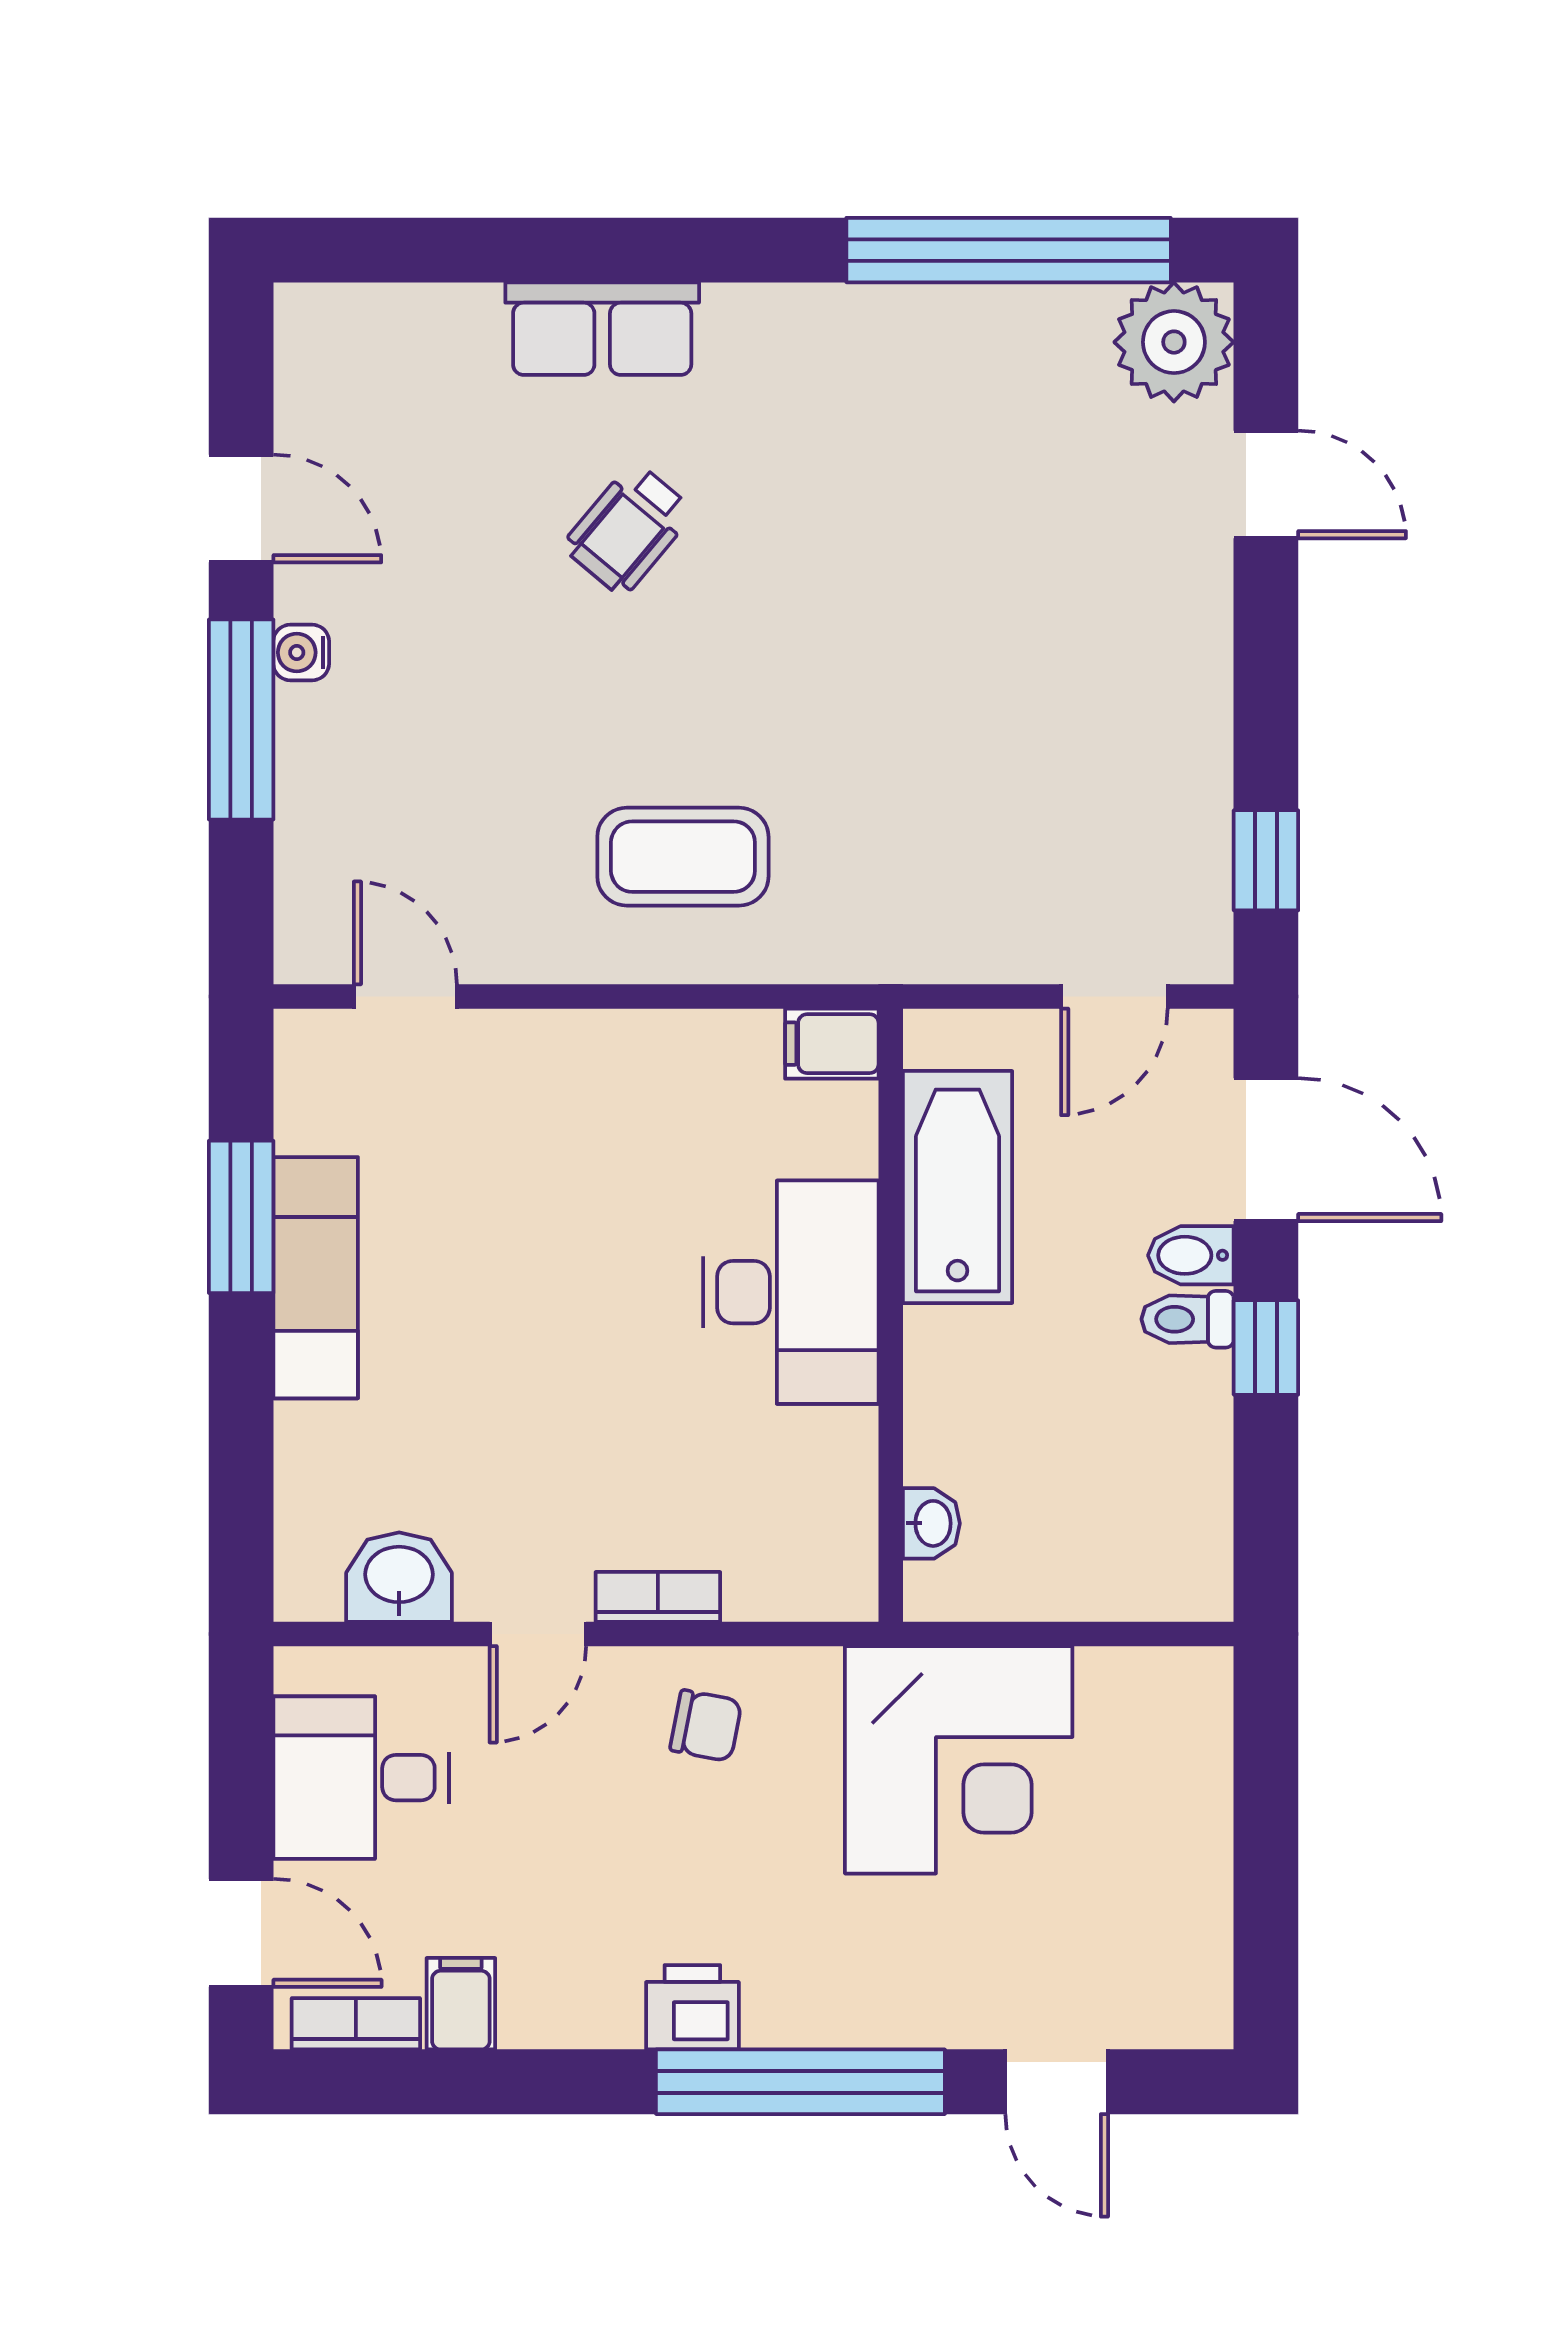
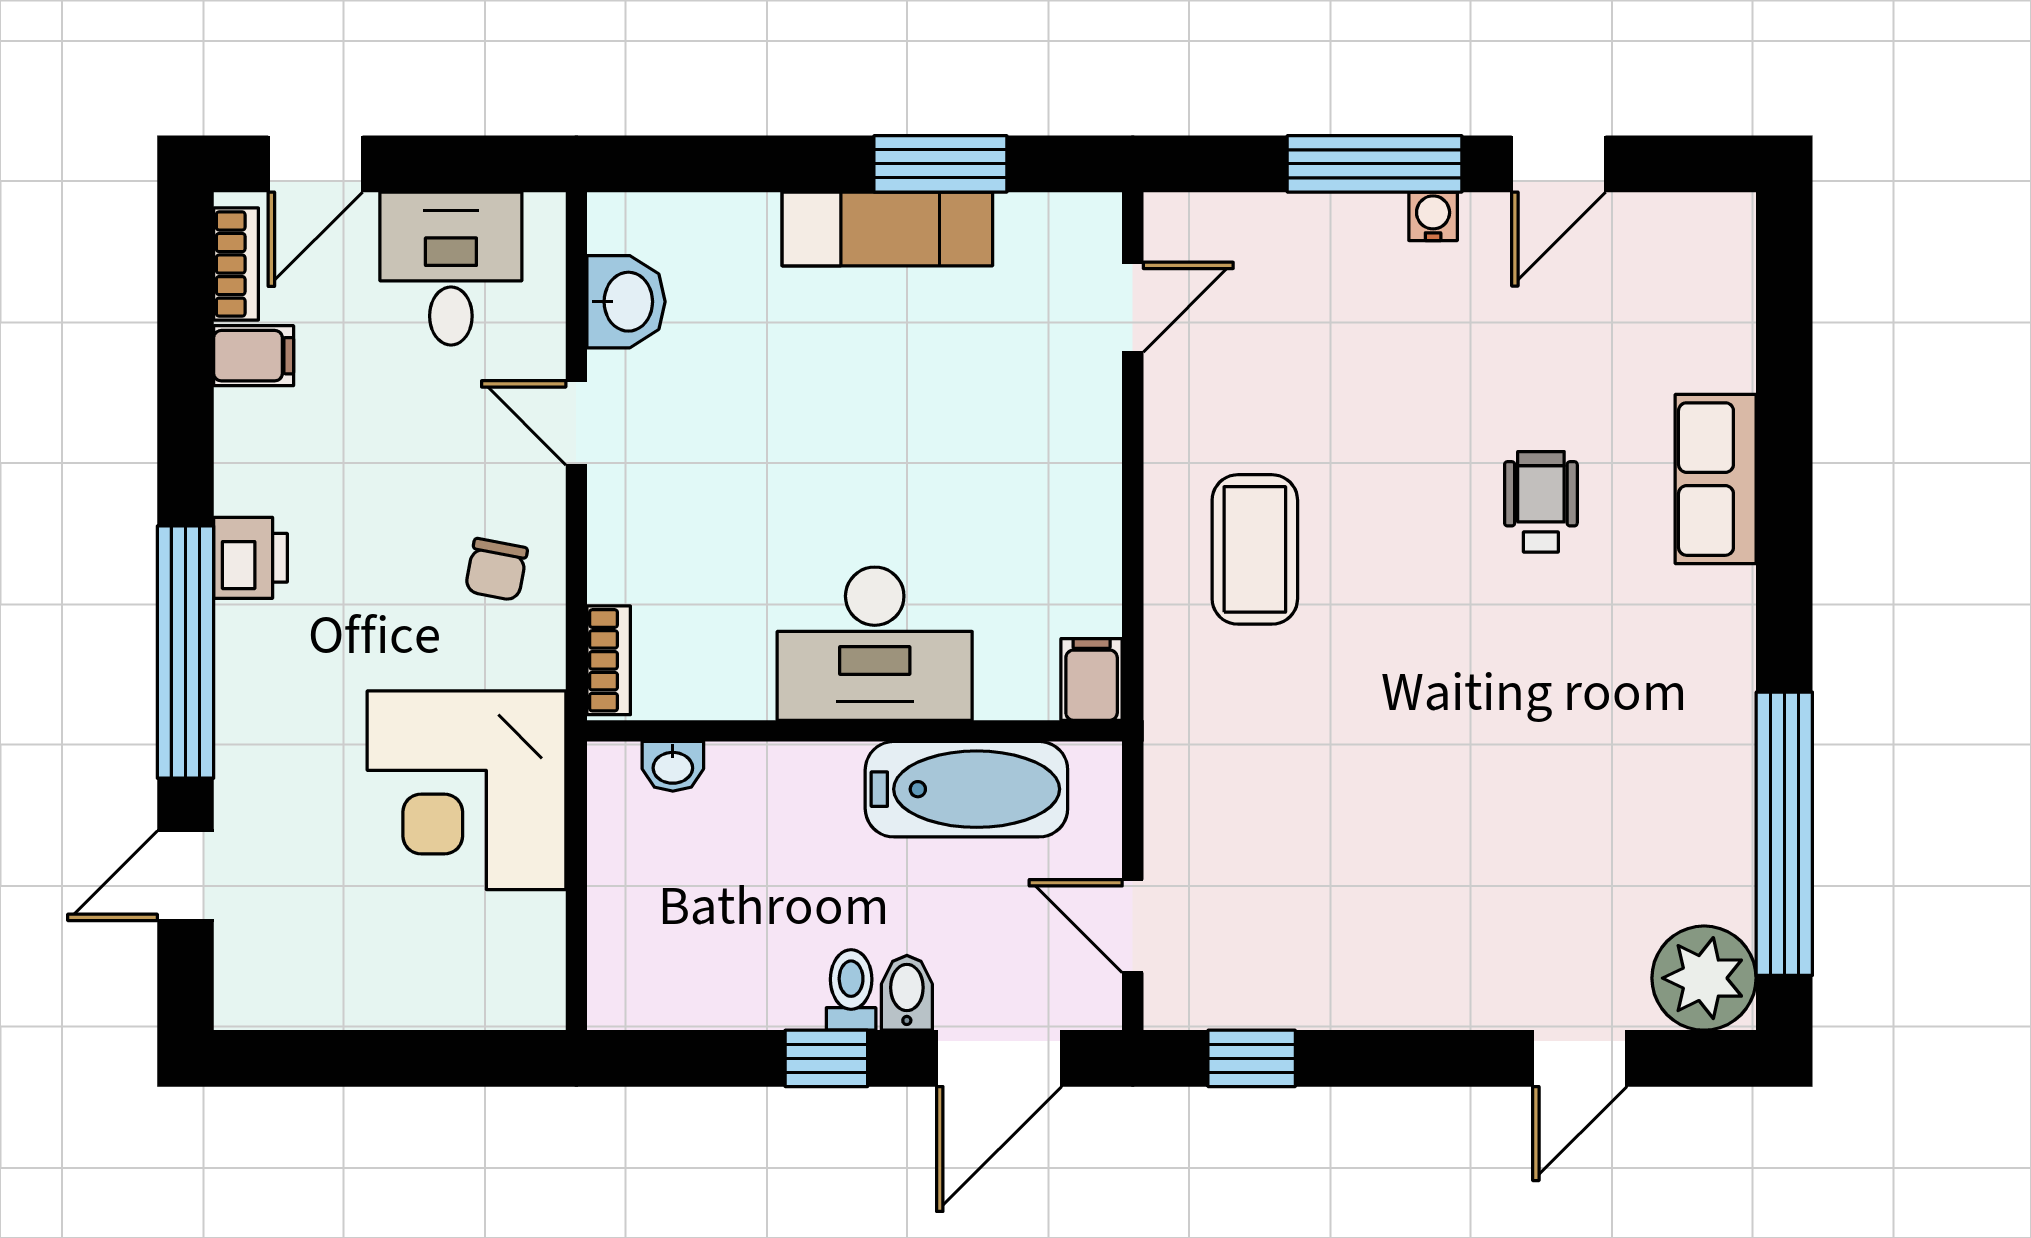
wheelchair: (628, 529) -> (1541, 502), turned 50
bookcase: (658, 1597) -> (609, 660), moved

